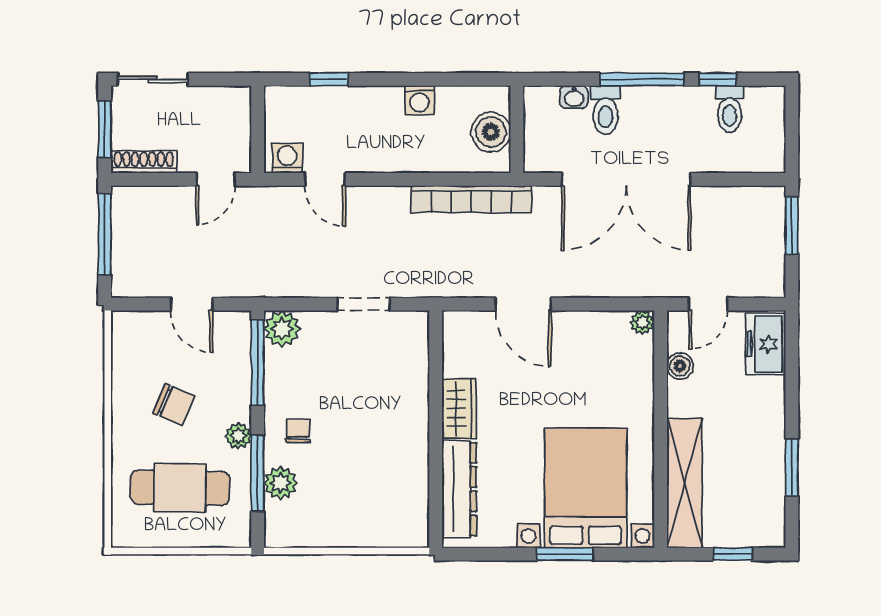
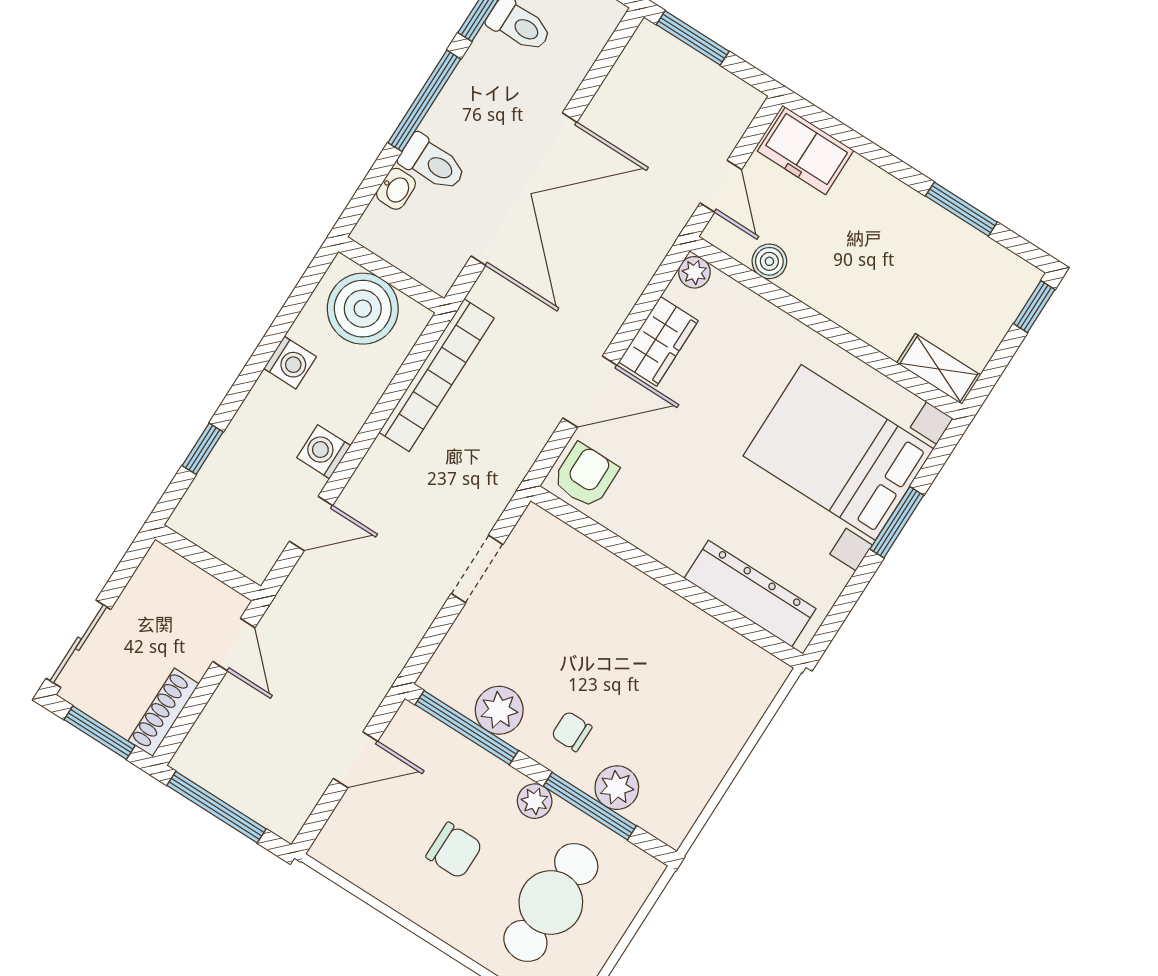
boiler: (491, 132) -> (363, 309), width x1.37, depth x1.37
washing machine: (287, 158) -> (324, 452), moved
plant: (282, 329) -> (499, 710), moved
armchair: (468, 336) -> (585, 476), added
chair: (174, 405) -> (454, 850), turned 67
wardrobe: (459, 409) -> (659, 341), moved, turned 90
shelving: (685, 483) -> (939, 369), width x0.45, depth x0.75
window: (733, 554) -> (1034, 307), moved

